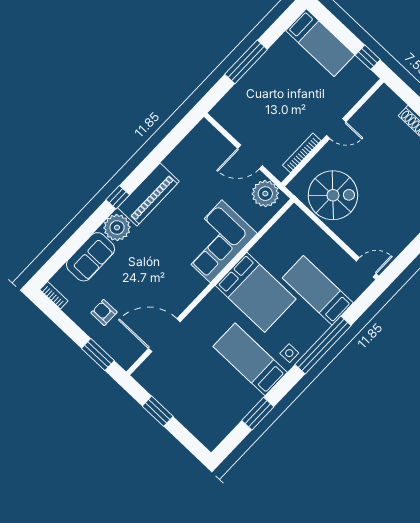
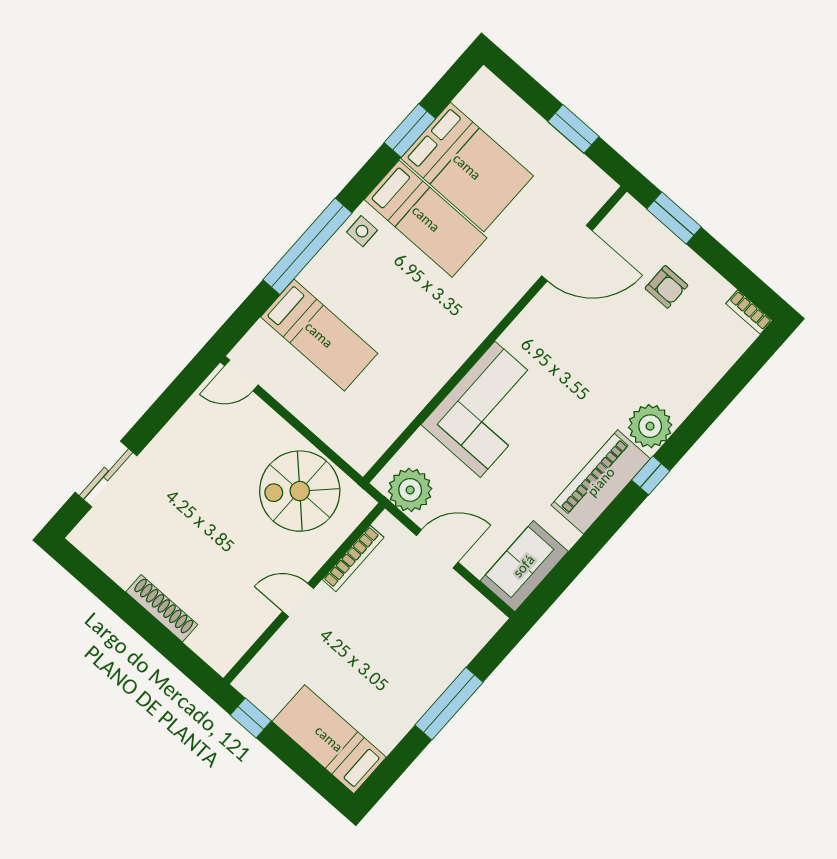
sofa: (91, 257) -> (524, 566), moved
bed: (256, 292) -> (467, 167), moved, turned 180

